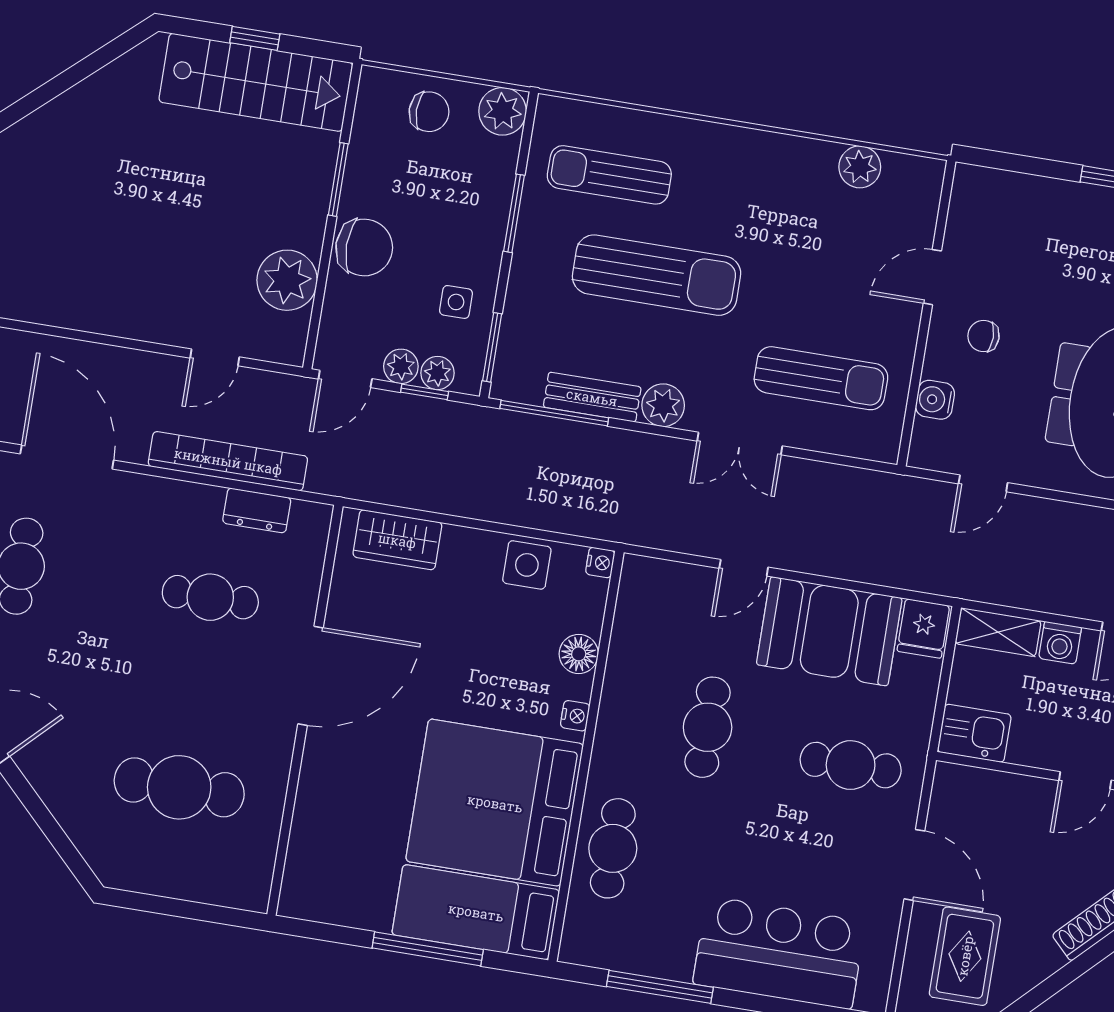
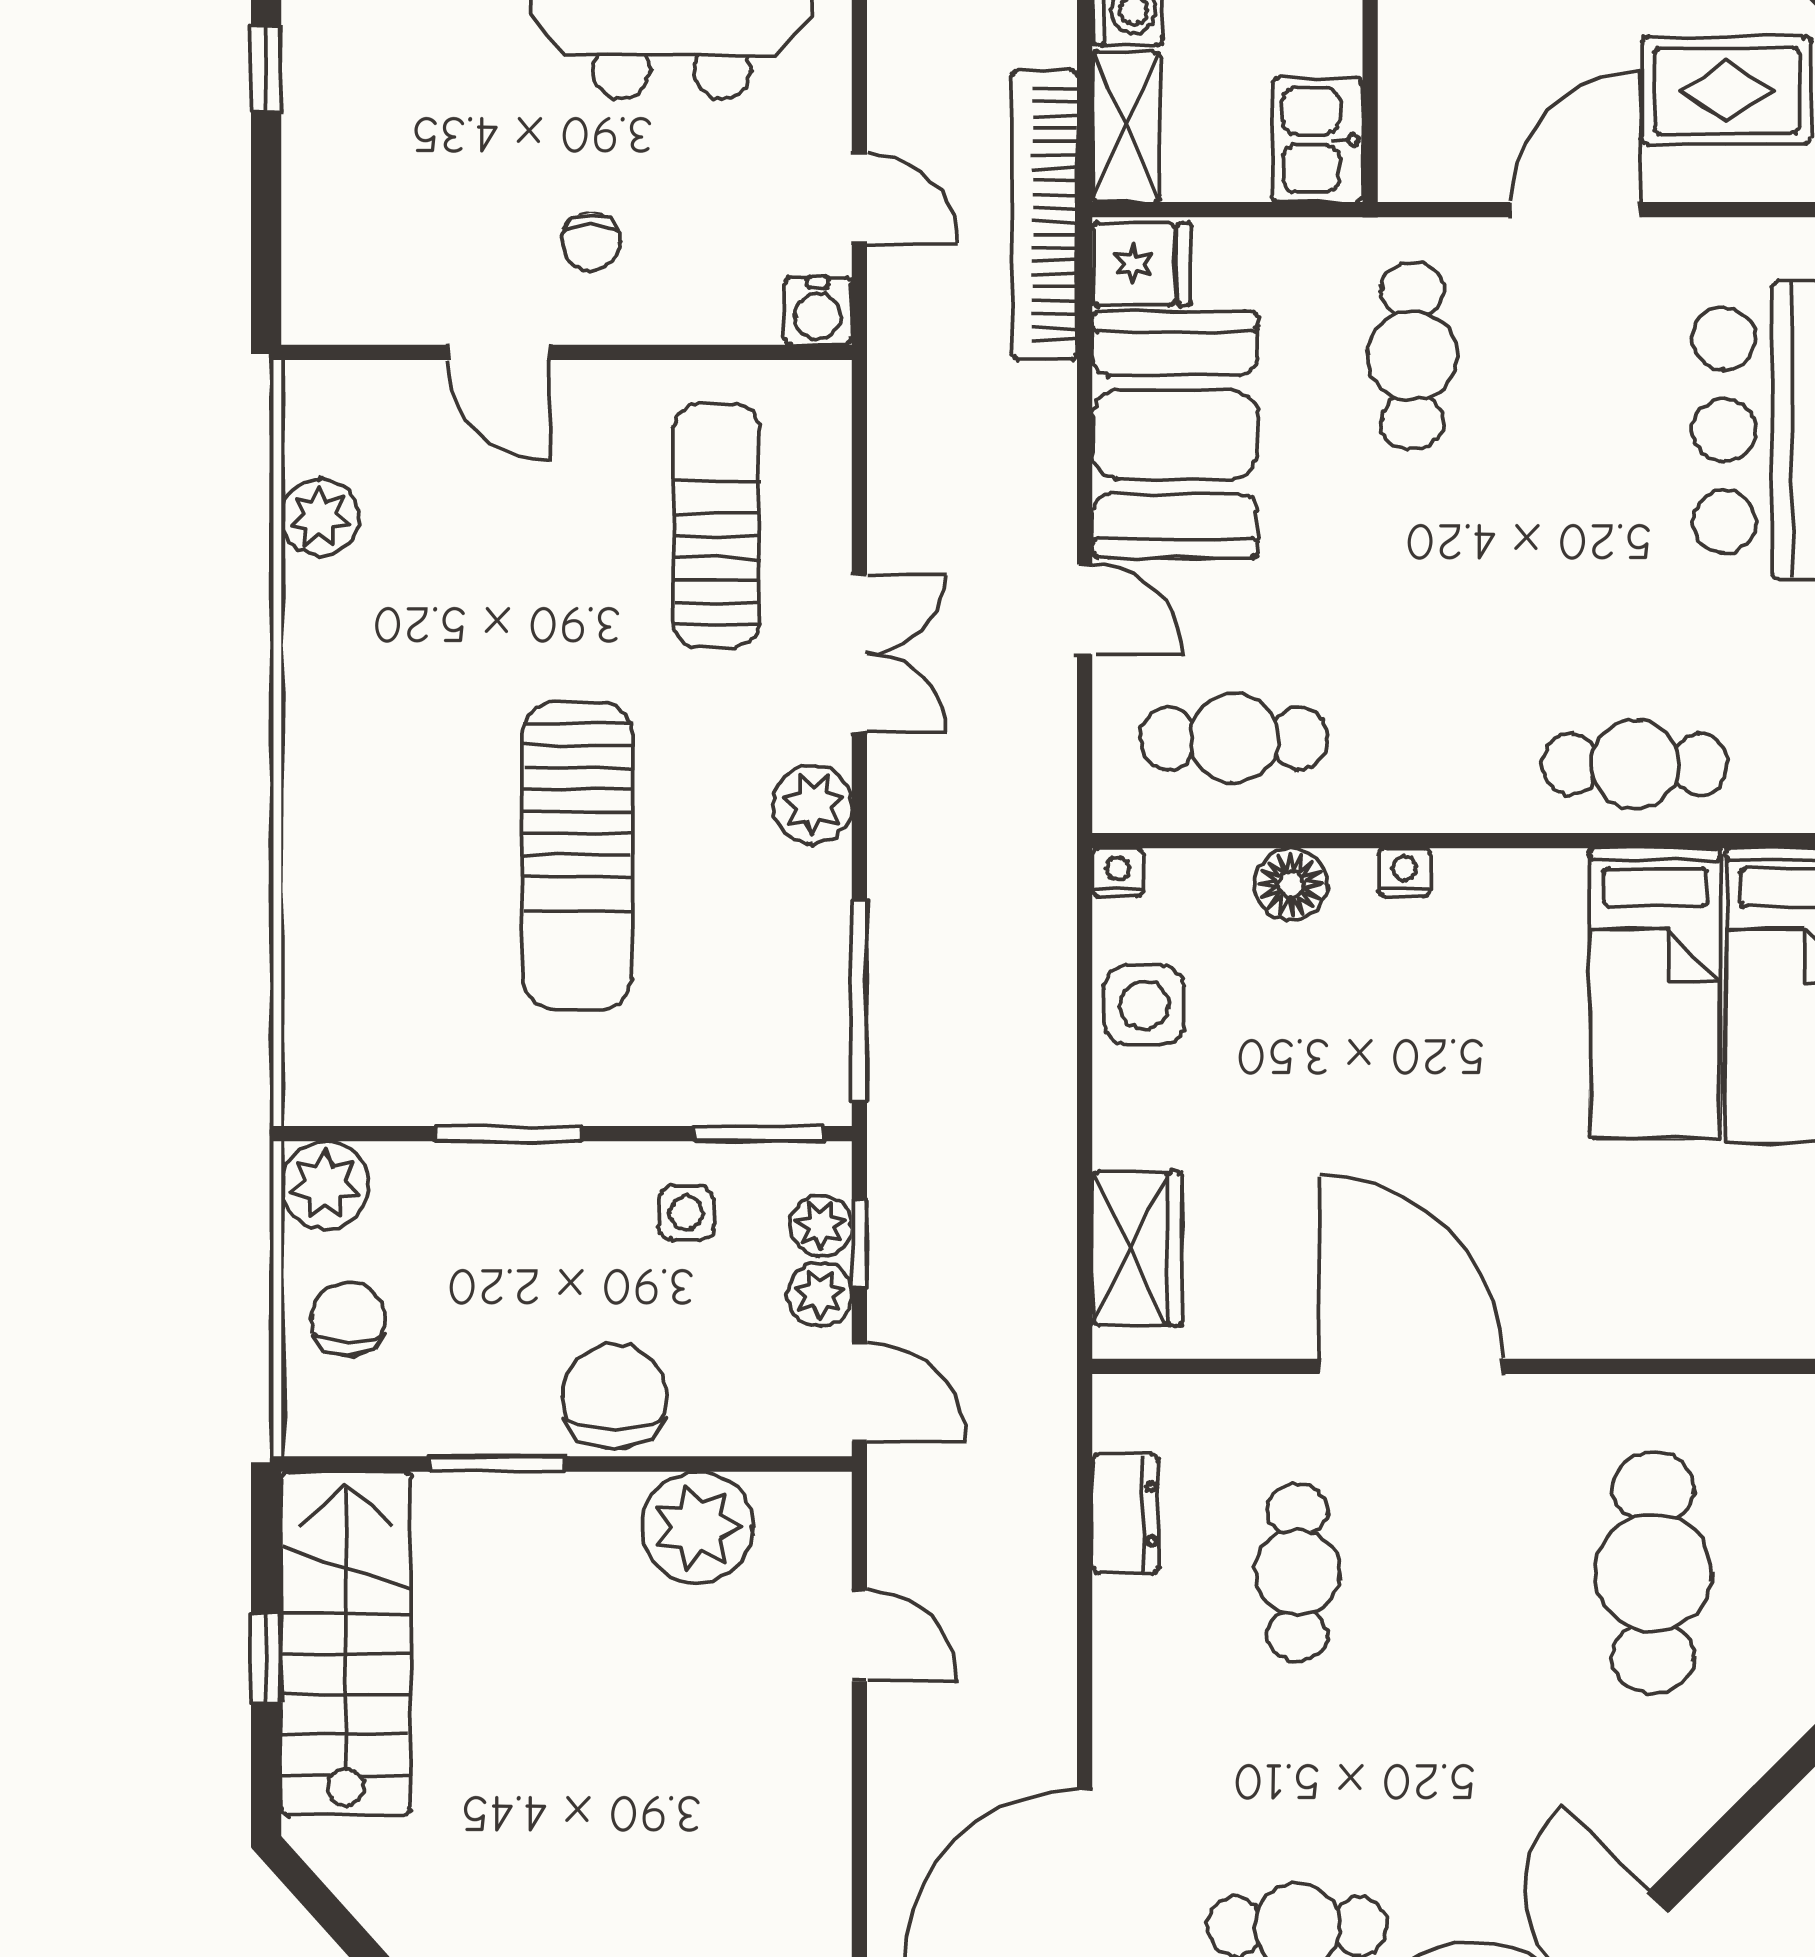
sun lounger: (609, 175) -> (409, 971), removed
sun lounger: (657, 275) -> (577, 856), turned 180
bench: (592, 397) -> (819, 936), removed
water cooler: (935, 400) -> (818, 311), moved
bookcase: (228, 461) -> (1044, 215), moved
cafe table: (708, 727) -> (1234, 738), moved
bed: (495, 803) -> (1655, 993), width x0.49

